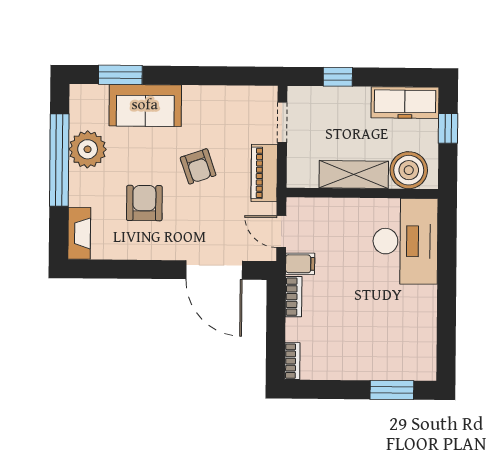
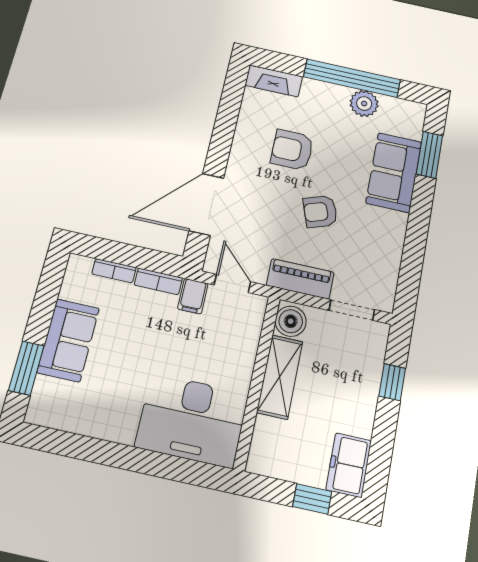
freezer: (405, 103) -> (349, 465), width x0.71
plant: (88, 149) -> (364, 104), width x0.73, depth x0.73
boiler: (409, 170) -> (291, 321), moved, width x0.73, depth x0.73
armchair: (144, 203) -> (292, 150), turned 180
door: (281, 232) -> (232, 283), hinge flipped
bookcase: (292, 361) -> (114, 271), moved
sofa: (361, 361) -> (68, 340), added

